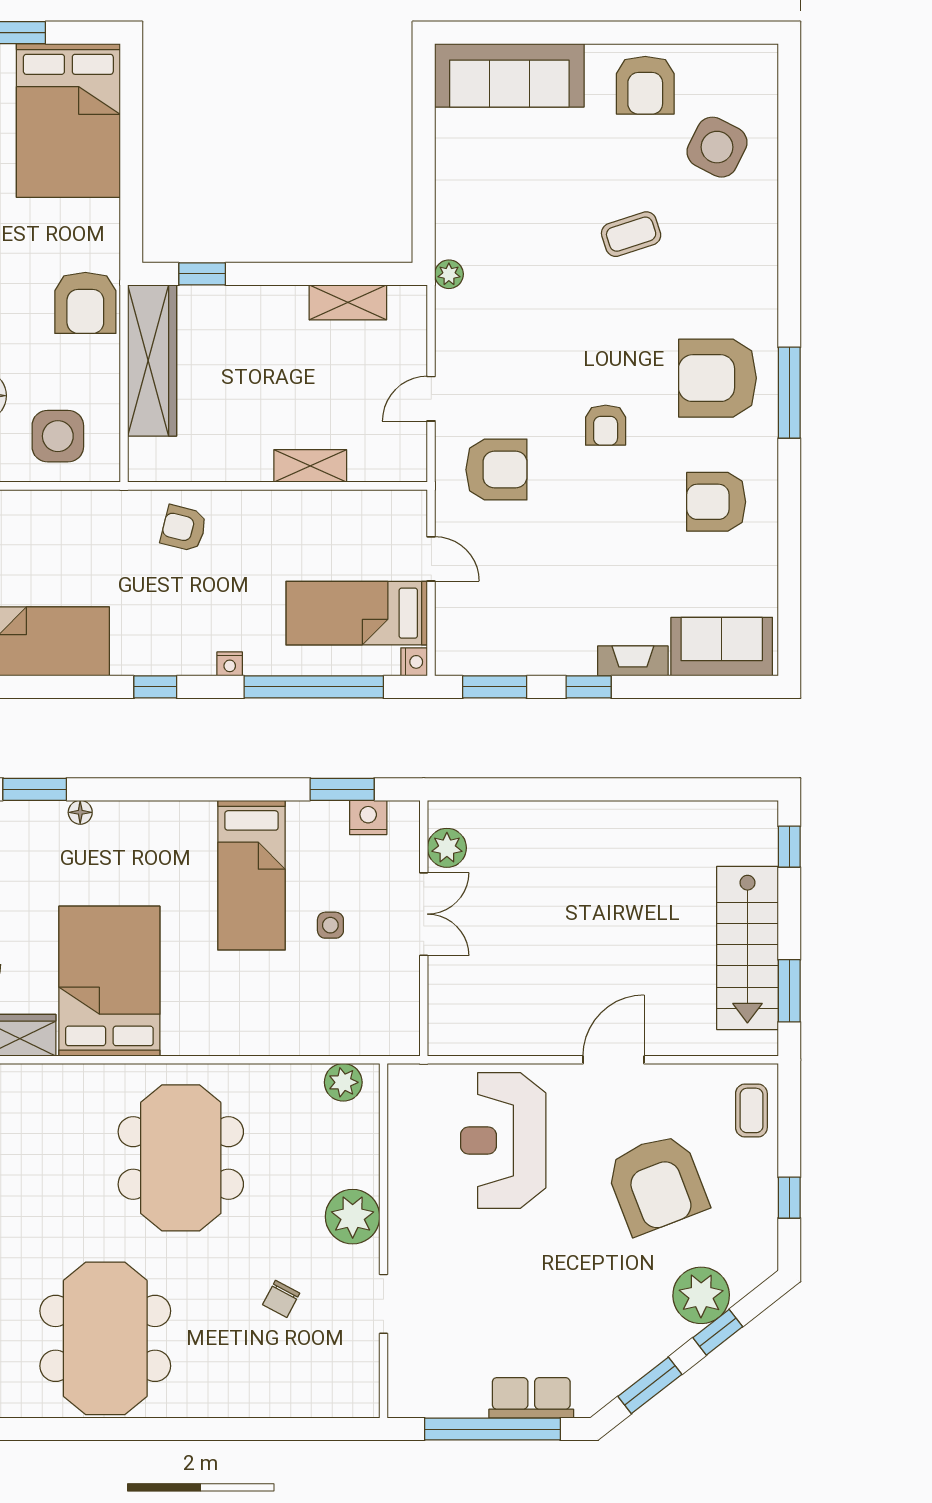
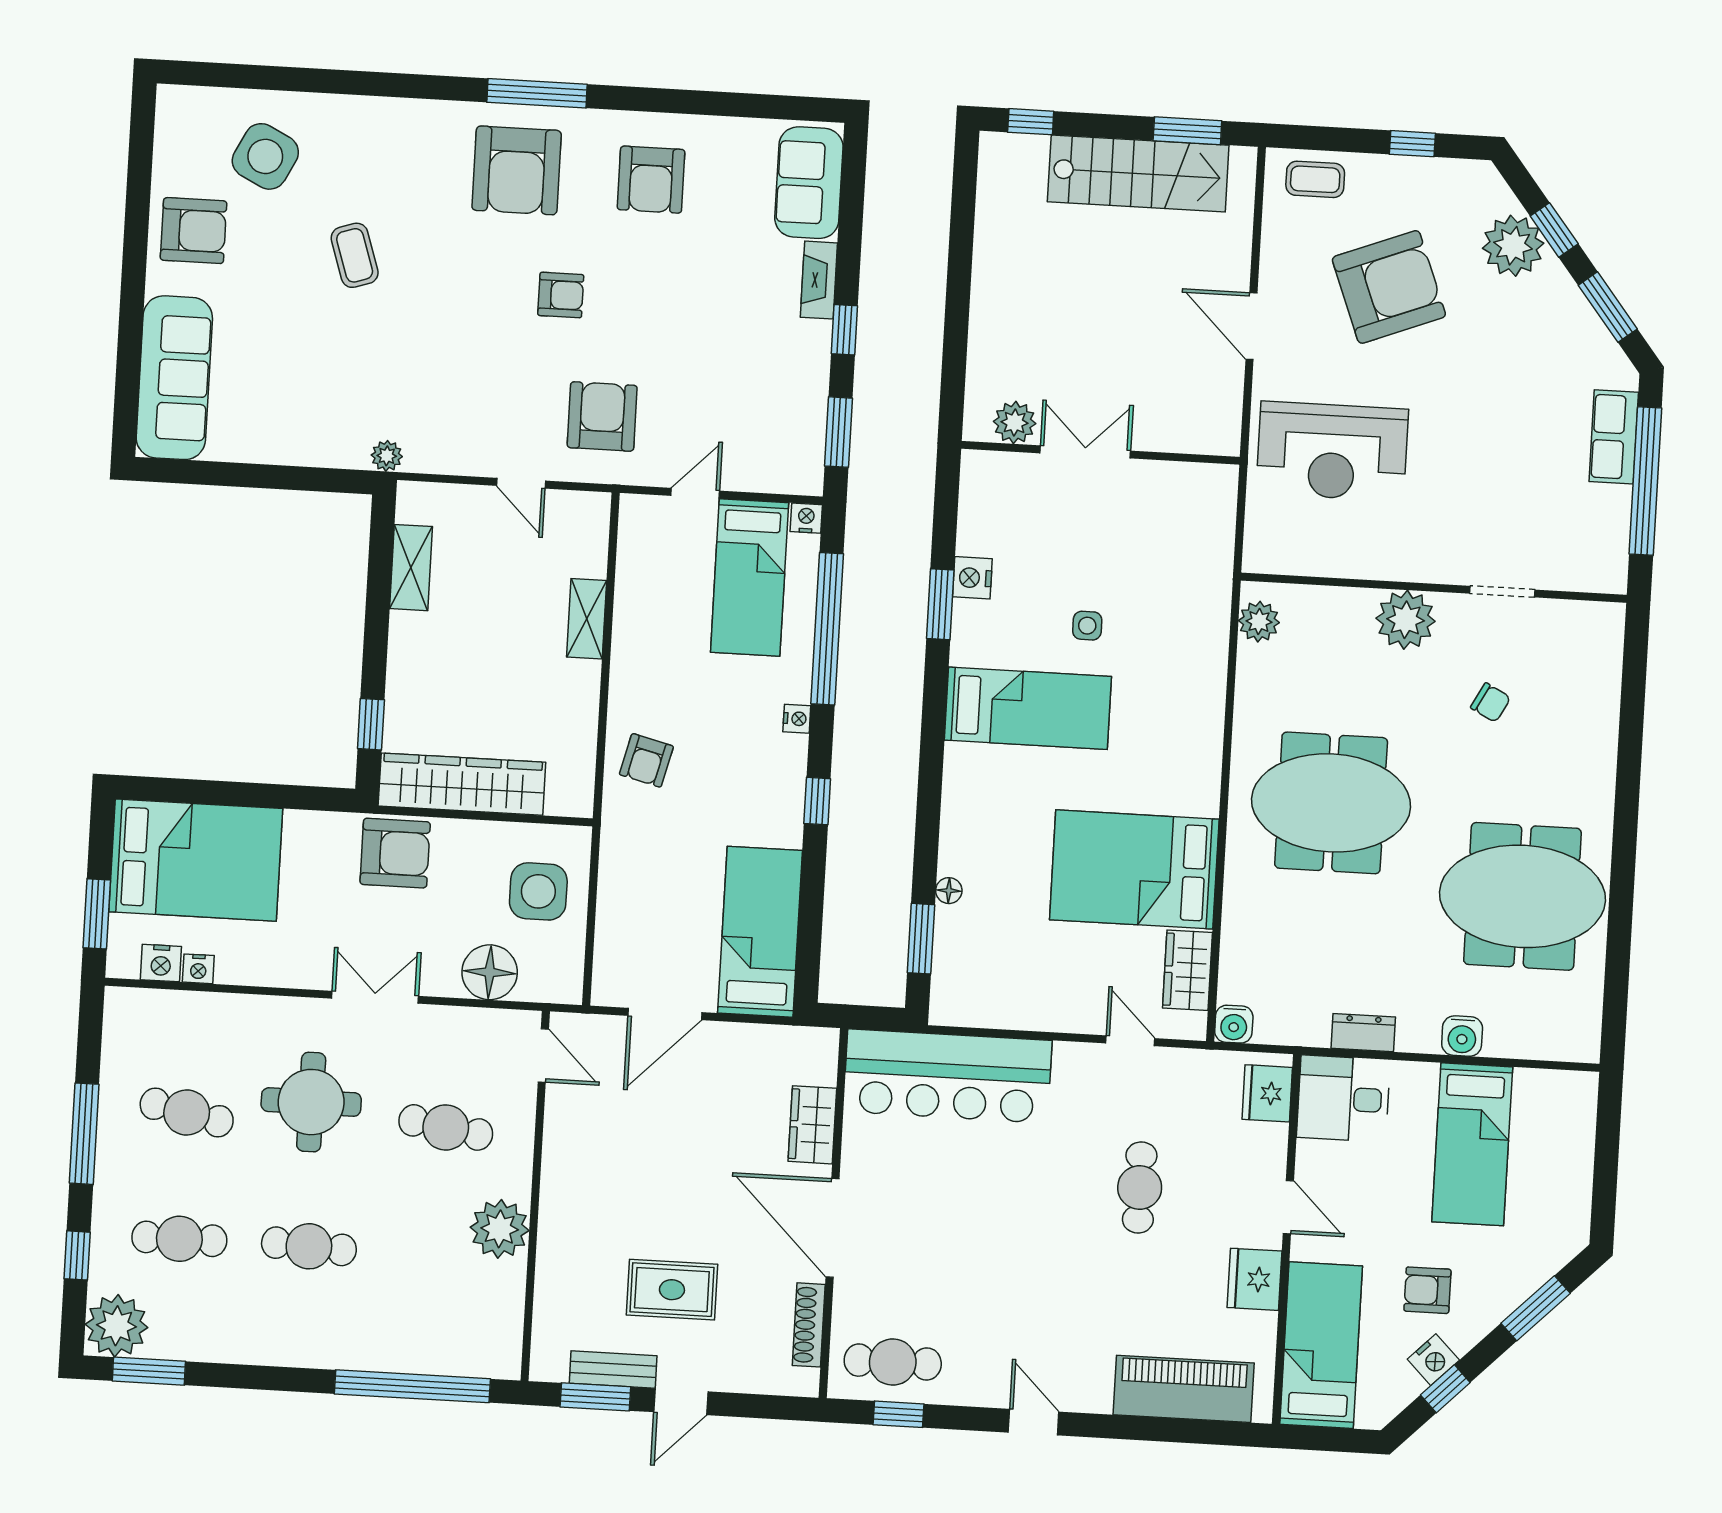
plant: (447, 848) -> (1015, 423), moved
double door: (424, 914) -> (1085, 452), moved
wall: (424, 928) -> (1101, 453), moved

